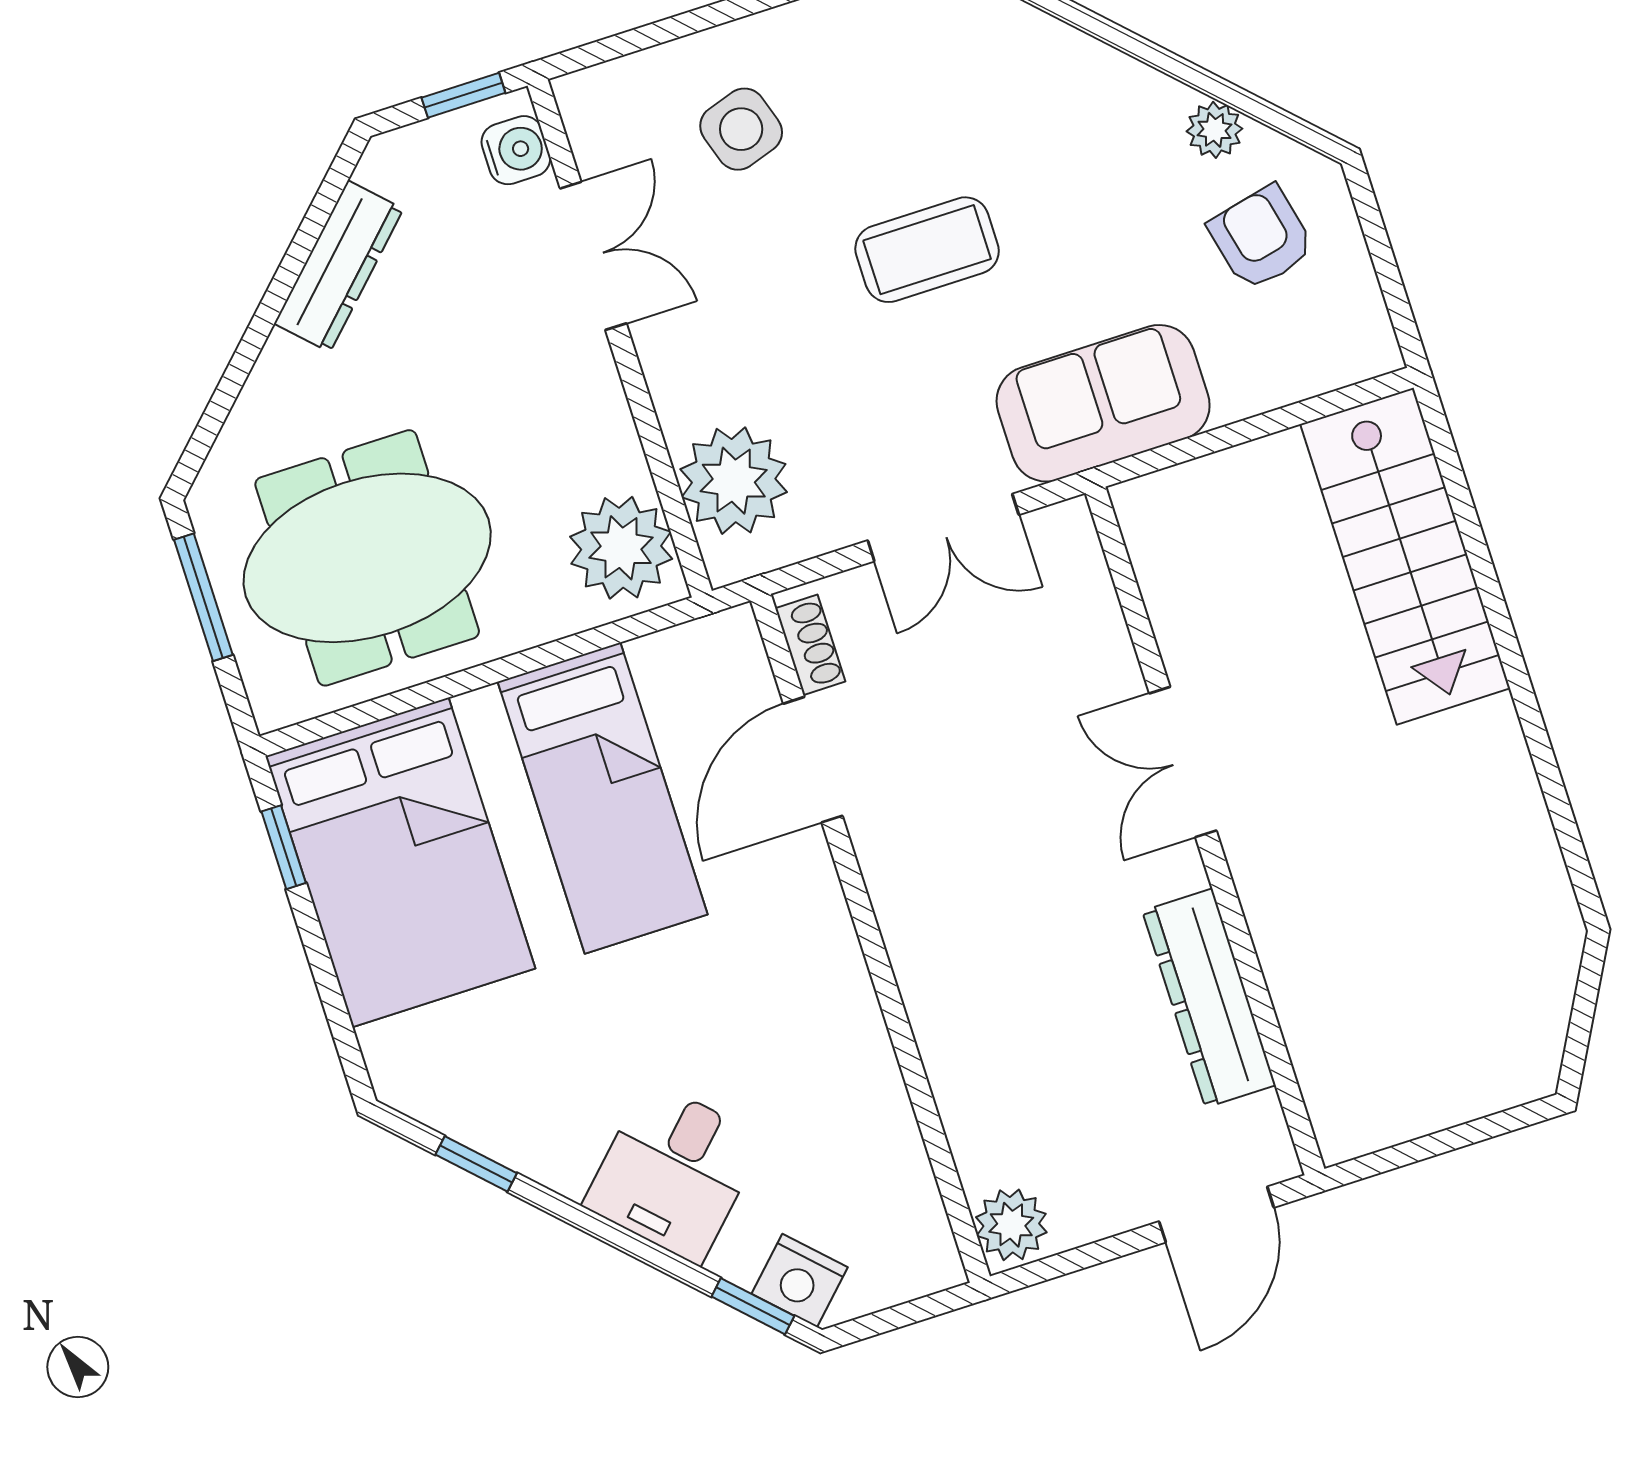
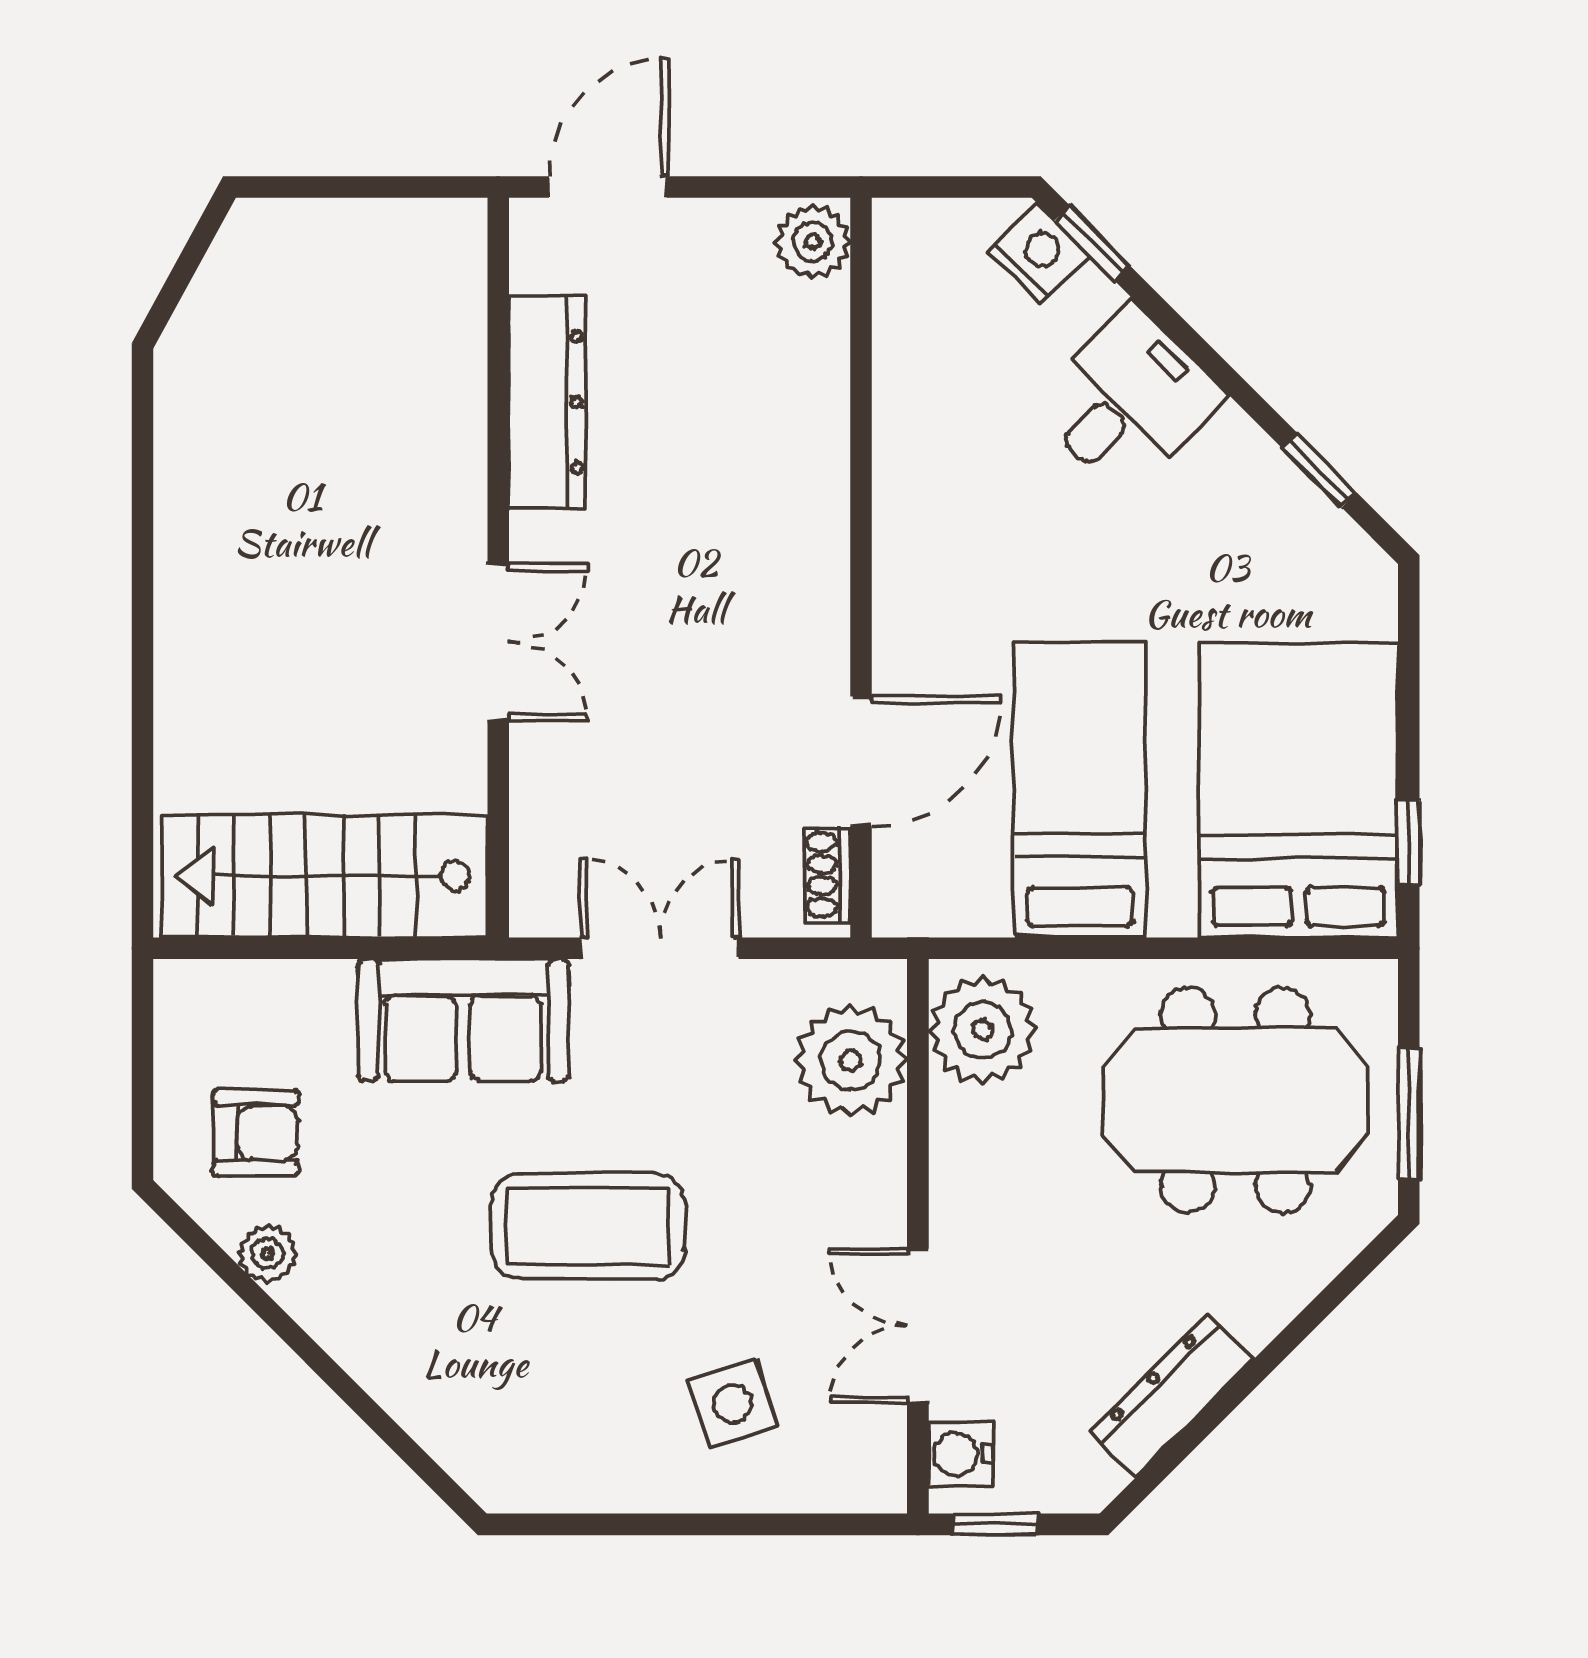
armchair: (1261, 238) -> (256, 1133), turned -77
coffee table: (927, 250) -> (588, 1226), width x1.36, depth x1.32
stairs: (1405, 556) -> (324, 876), moved, turned -90

